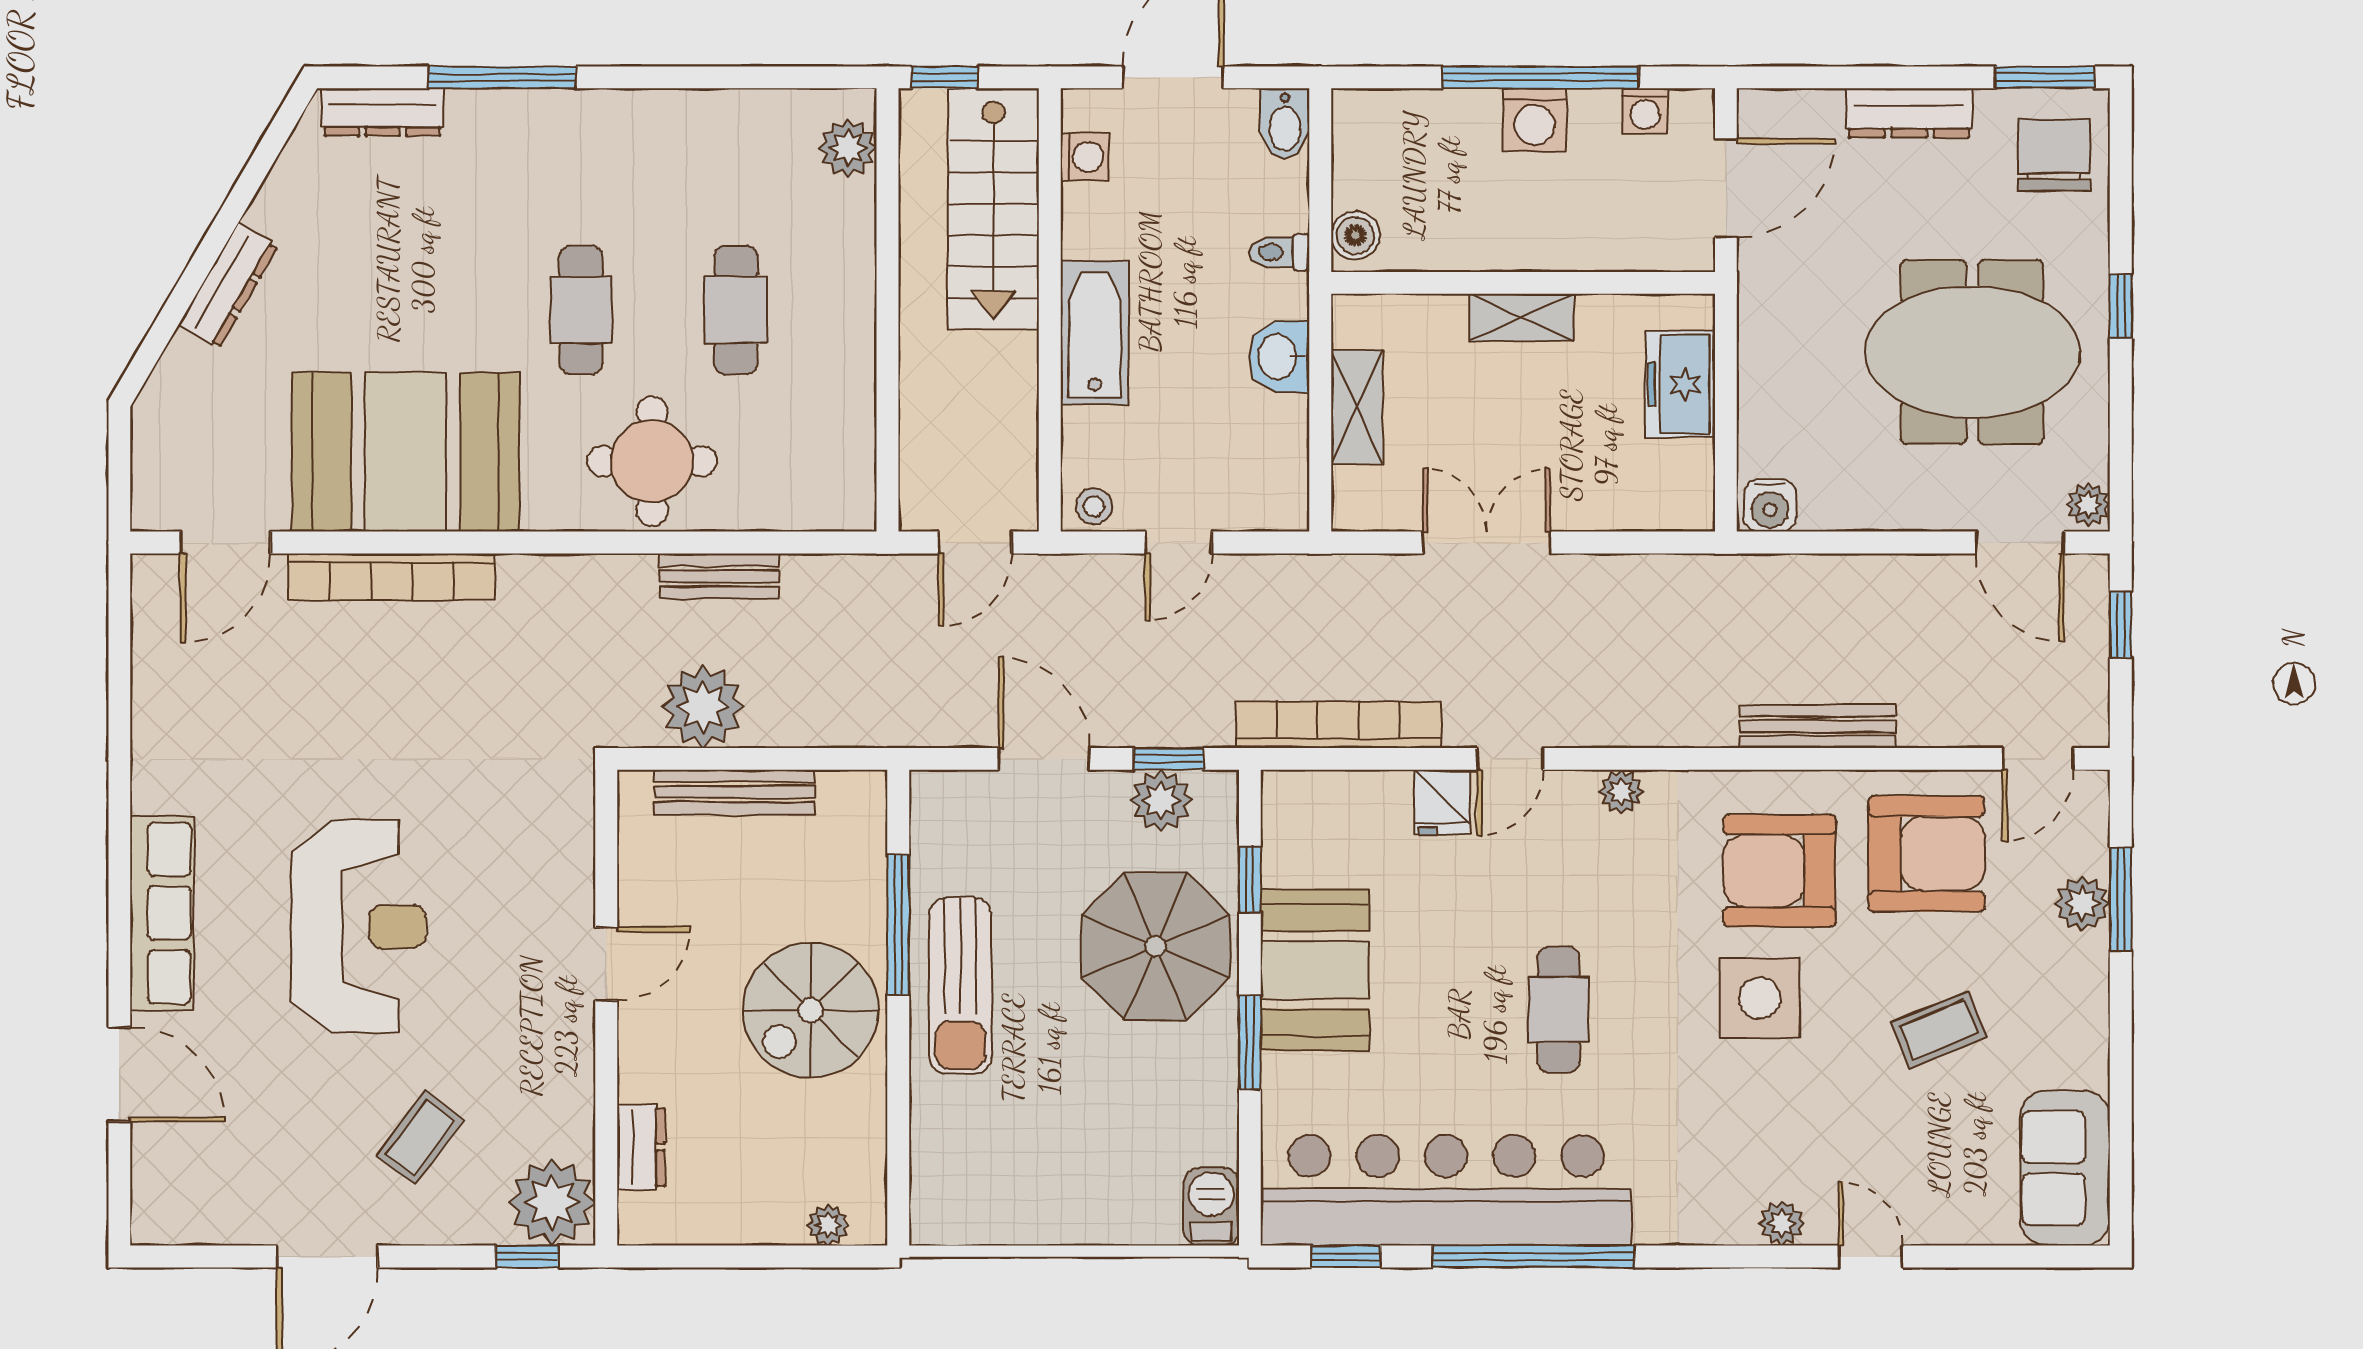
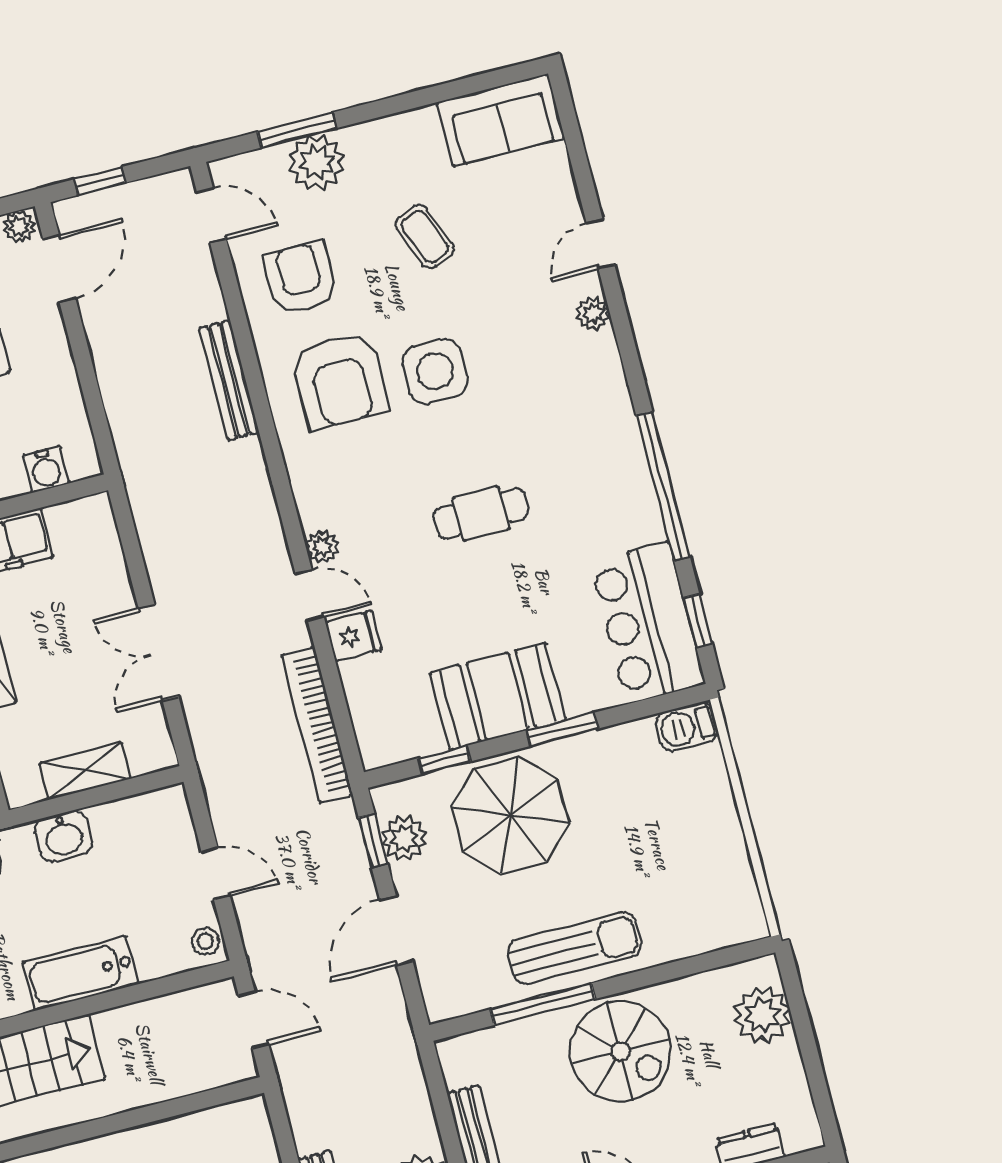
water cooler: (1770, 505) -> (46, 469), moved, turned 90
plant: (1621, 792) -> (322, 547), moved
armchair: (1927, 854) -> (300, 278), width x0.73, depth x0.73
plant: (2082, 904) -> (316, 162), width x1.36, depth x1.36
bar counter: (1446, 1190) -> (648, 623), width x0.54
plant: (828, 1225) -> (762, 1015), width x1.88, depth x1.88

